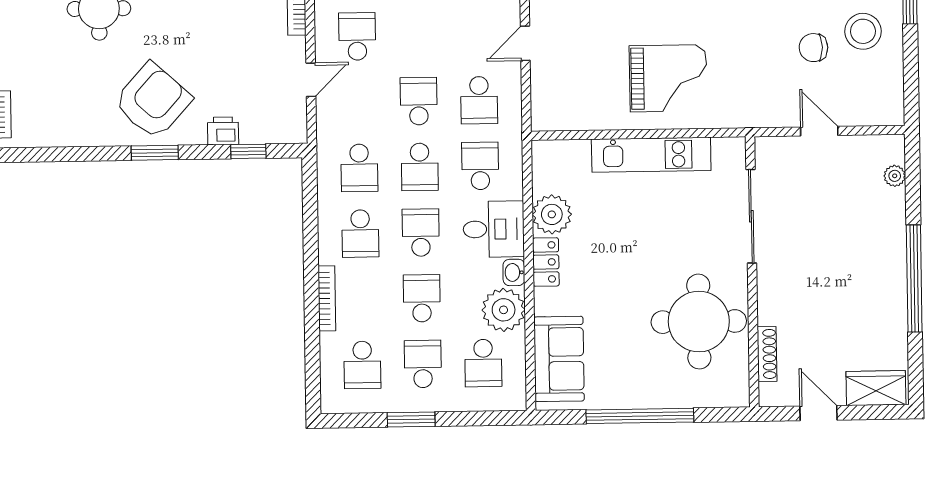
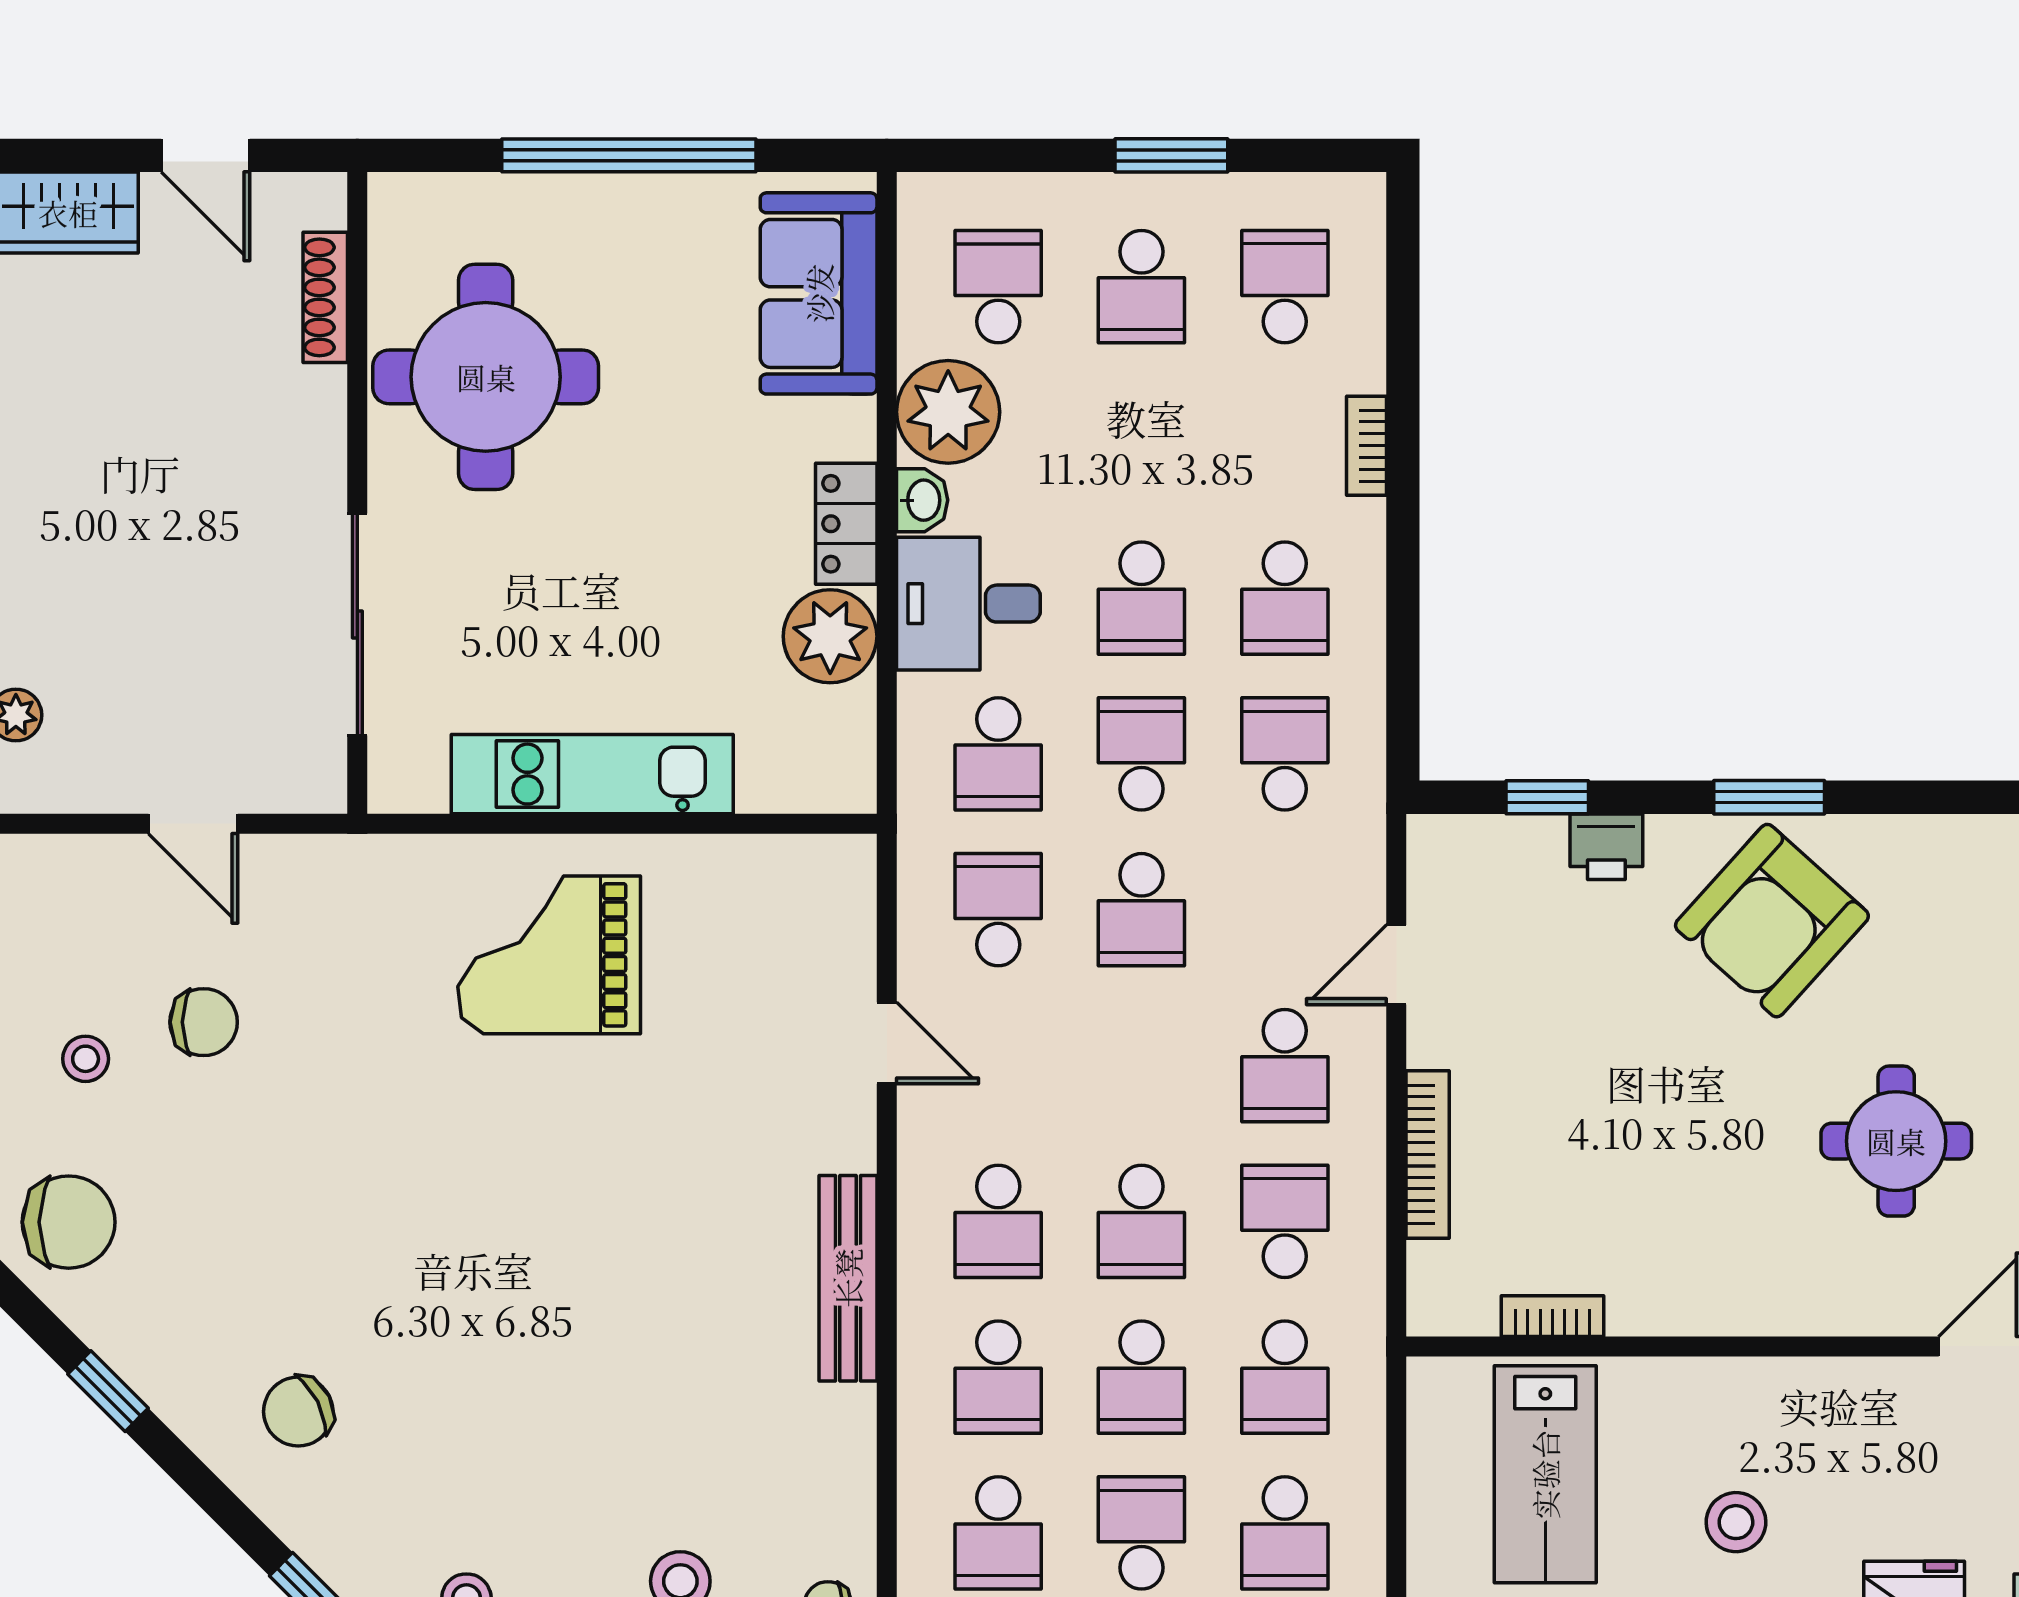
stool: (863, 31) -> (86, 1059), width x0.53, depth x0.53
door: (525, 43) -> (887, 1043), hinge flipped
school desk: (360, 234) -> (1285, 598), turned 180
bookcase: (327, 298) -> (1366, 446), width x0.64
school desk: (422, 298) -> (1141, 442), removed

